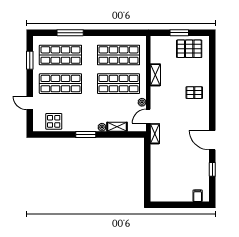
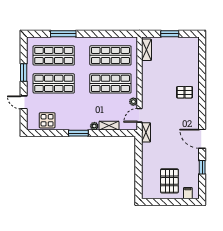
pallet: (189, 49) -> (169, 181), moved, turned 90
window: (30, 60) -> (24, 73), moved
shelving: (155, 75) -> (146, 50), moved

